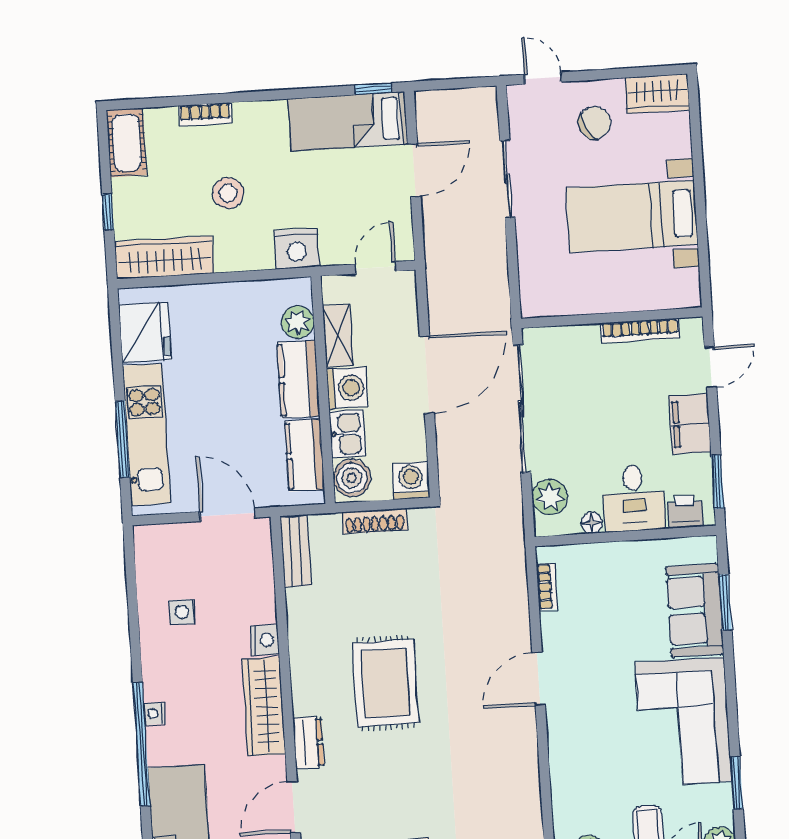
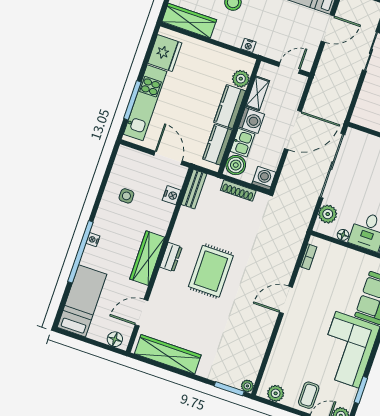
nightstand: (297, 249) -> (249, 45), width x0.53, depth x0.56
nightstand: (265, 640) -> (172, 195), moved
dresser: (308, 743) -> (171, 257), moved

